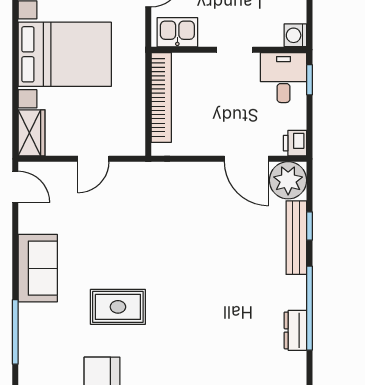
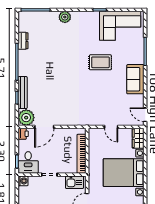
door: (93, 159) -> (111, 127), swing flipped
door: (246, 159) -> (44, 127), swing flipped
dresser: (295, 330) -> (23, 41), moved

